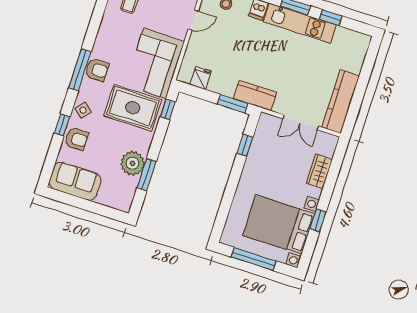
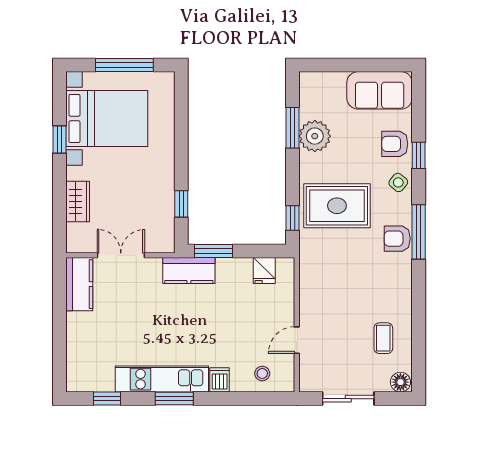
window: (331, 18) -> (107, 399), moved
corner sofa: (155, 63) -> (327, 270), removed
kitchen counter: (341, 102) -> (79, 284), width x0.67

